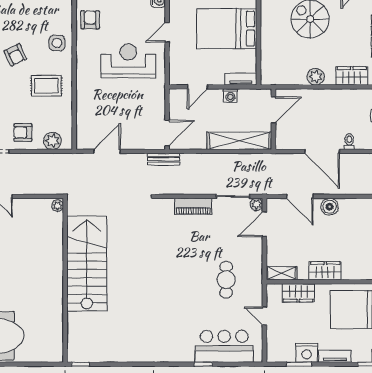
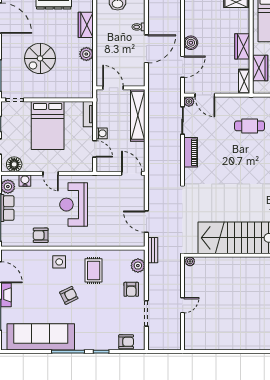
washing machine: (230, 96) -> (102, 133), moved
bench: (163, 159) -> (153, 250), moved

